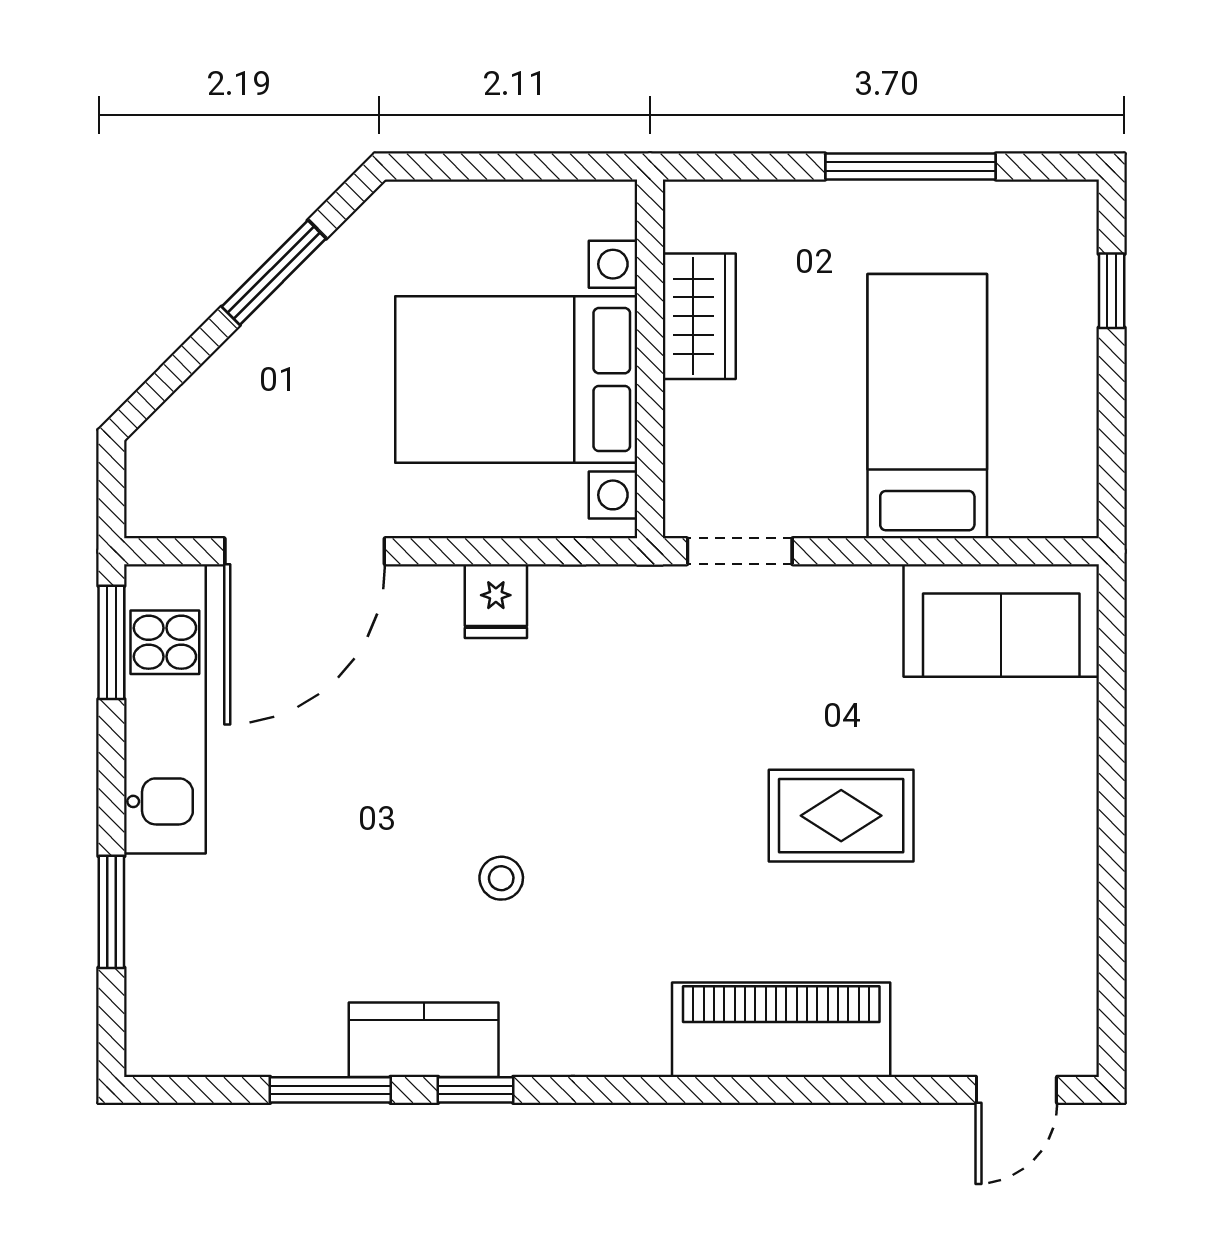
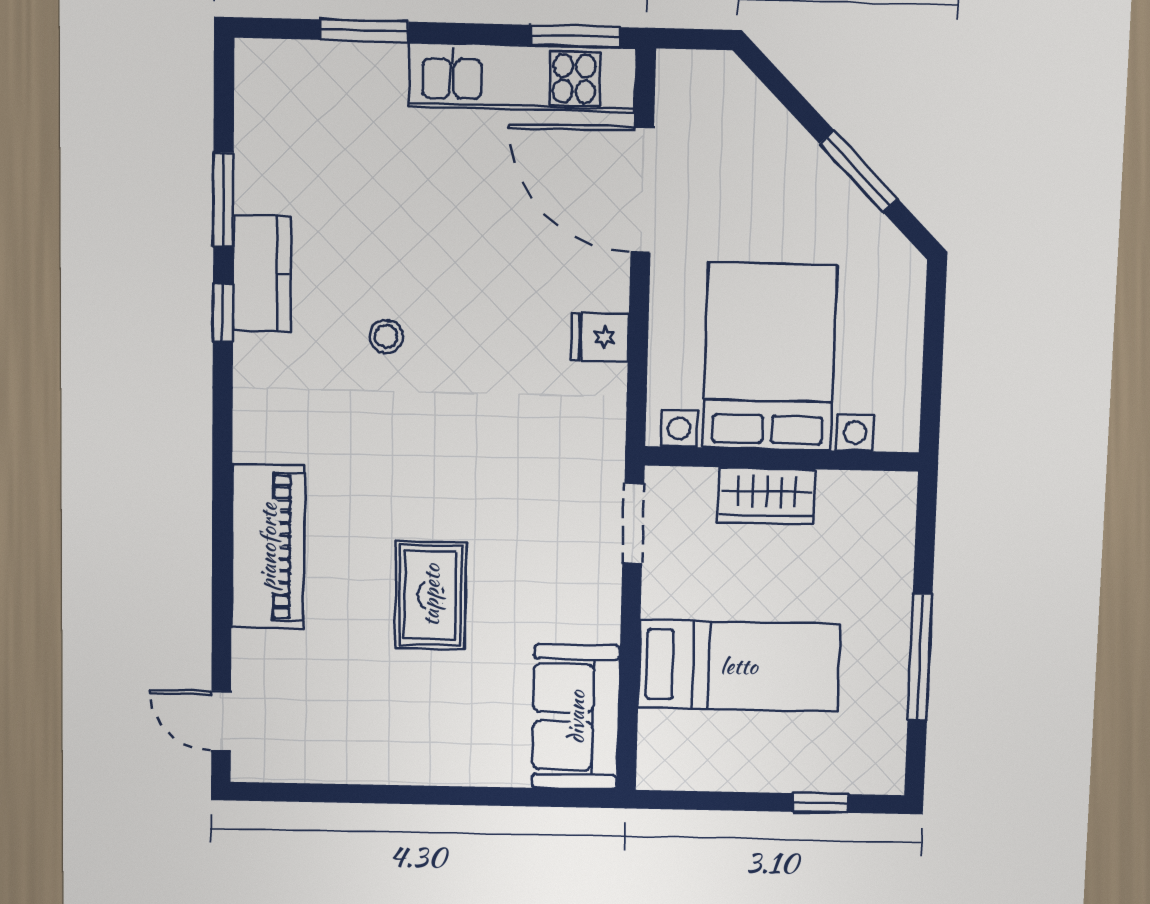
wardrobe: (699, 316) -> (767, 496), moved

